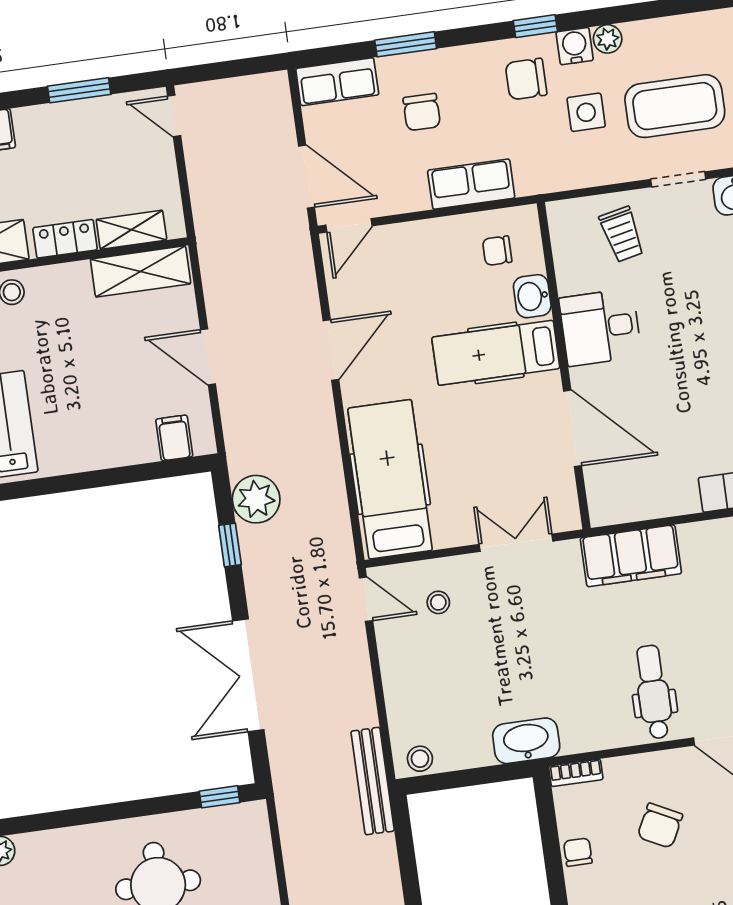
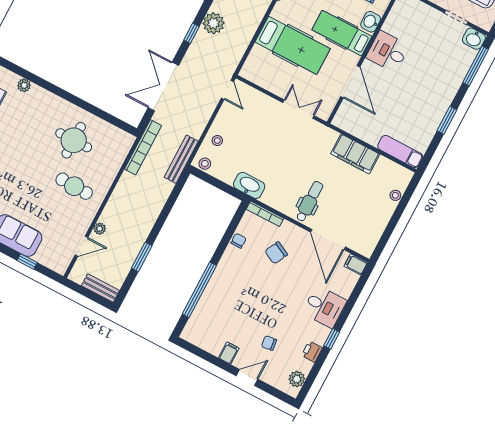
trolley: (622, 234) -> (421, 23), removed
hospital bed: (390, 479) -> (293, 45), moved, turned 90
filing cabinet: (631, 556) -> (355, 154), moved
stool: (438, 602) -> (217, 140), moved
bookcase: (576, 773) -> (265, 214), width x1.56
window: (220, 797) -> (120, 124), removed
bookcase: (290, 809) -> (143, 147), added

